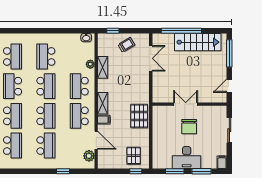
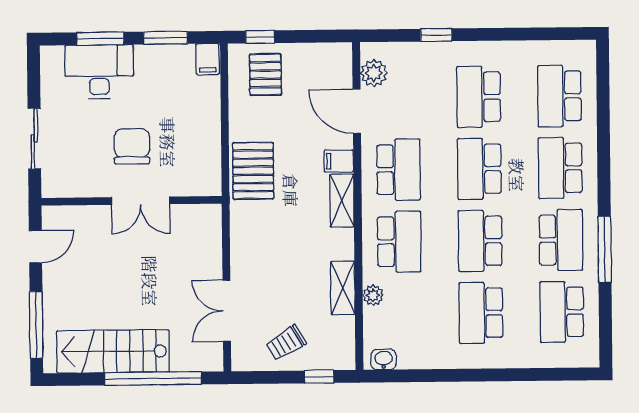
school desk: (46, 56) -> (481, 313), turned 180
desk: (187, 158) -> (99, 72), moved
filing cabinet: (222, 162) -> (208, 59), moved

